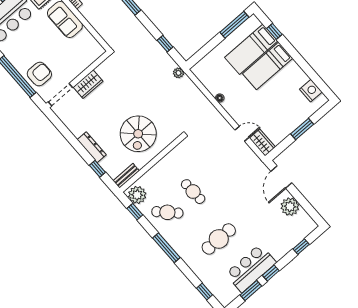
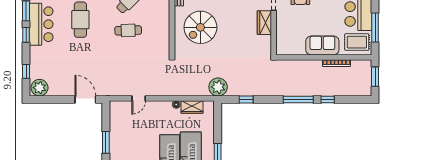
plant: (178, 73) -> (218, 87), width x1.87, depth x1.87
spiral stairs: (138, 134) -> (200, 27), turned -90
wardrobe: (262, 143) -> (192, 107), moved
plant: (290, 207) -> (40, 88), moved

